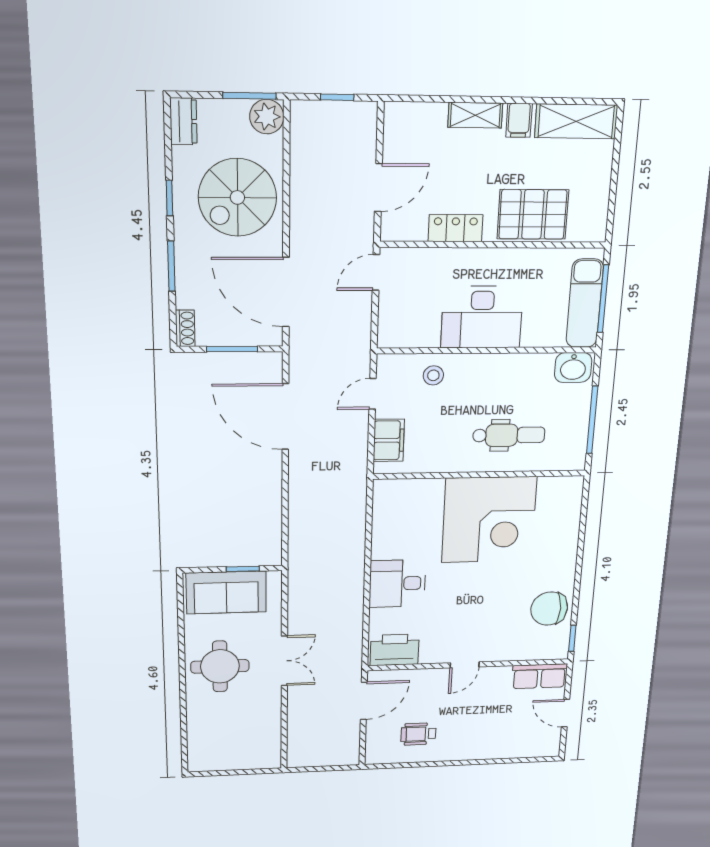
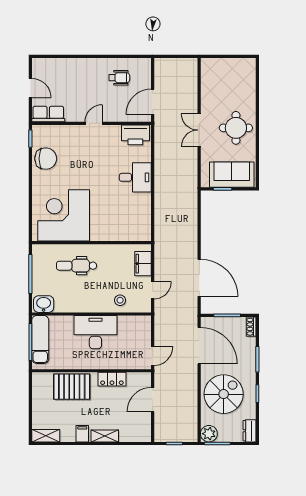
shelving: (576, 121) -> (46, 436), width x0.67, depth x0.75
corner desk: (489, 520) -> (64, 215), moved

